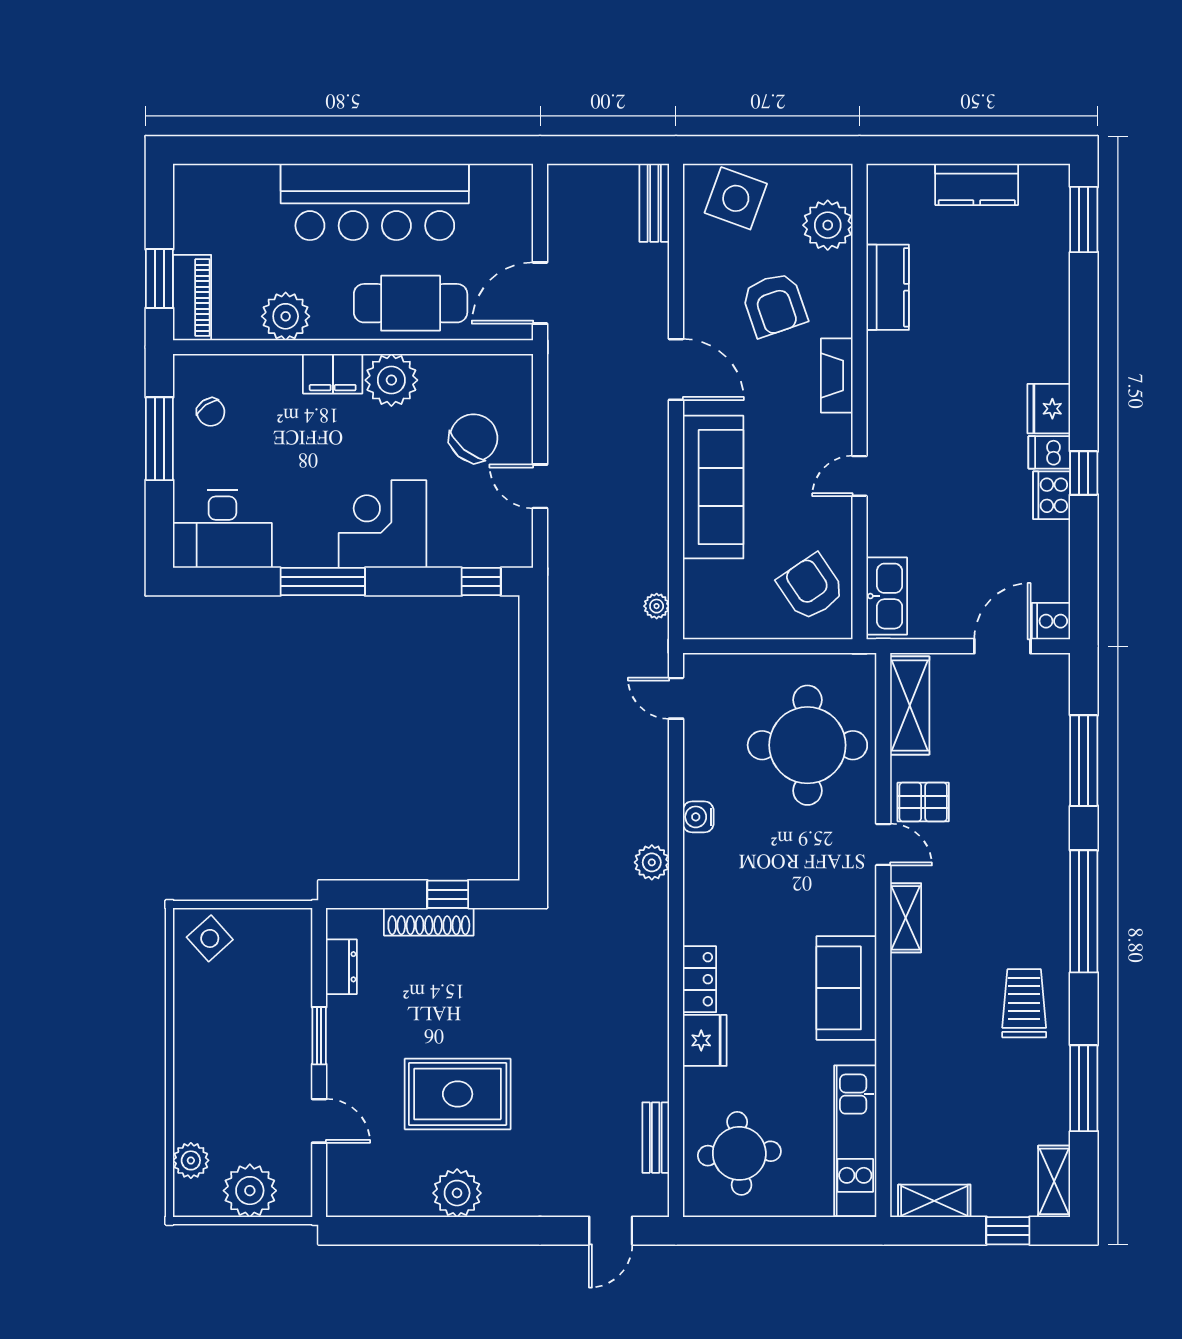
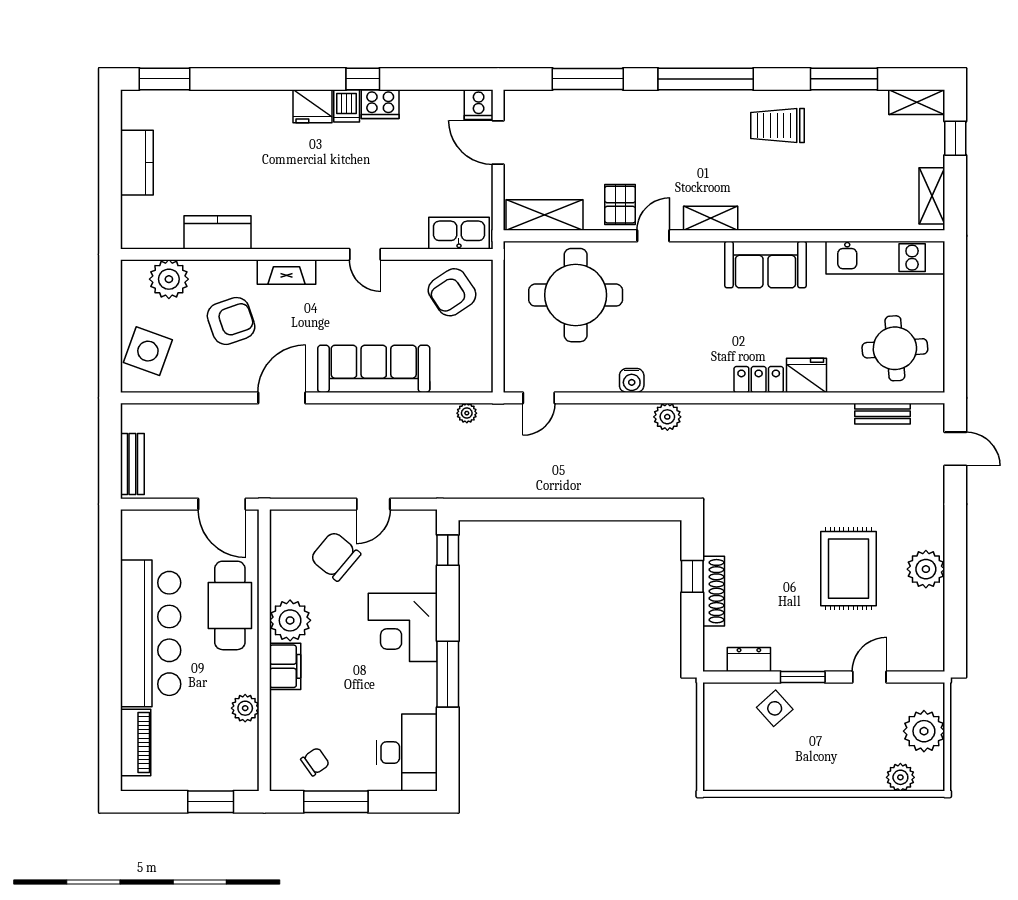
bench: (654, 203) -> (132, 464), moved, turned 90
piano: (192, 298) -> (136, 742), moved, turned 90
plant: (286, 316) -> (245, 708), width x0.73, depth x0.73
side table: (210, 938) -> (775, 708), moved

